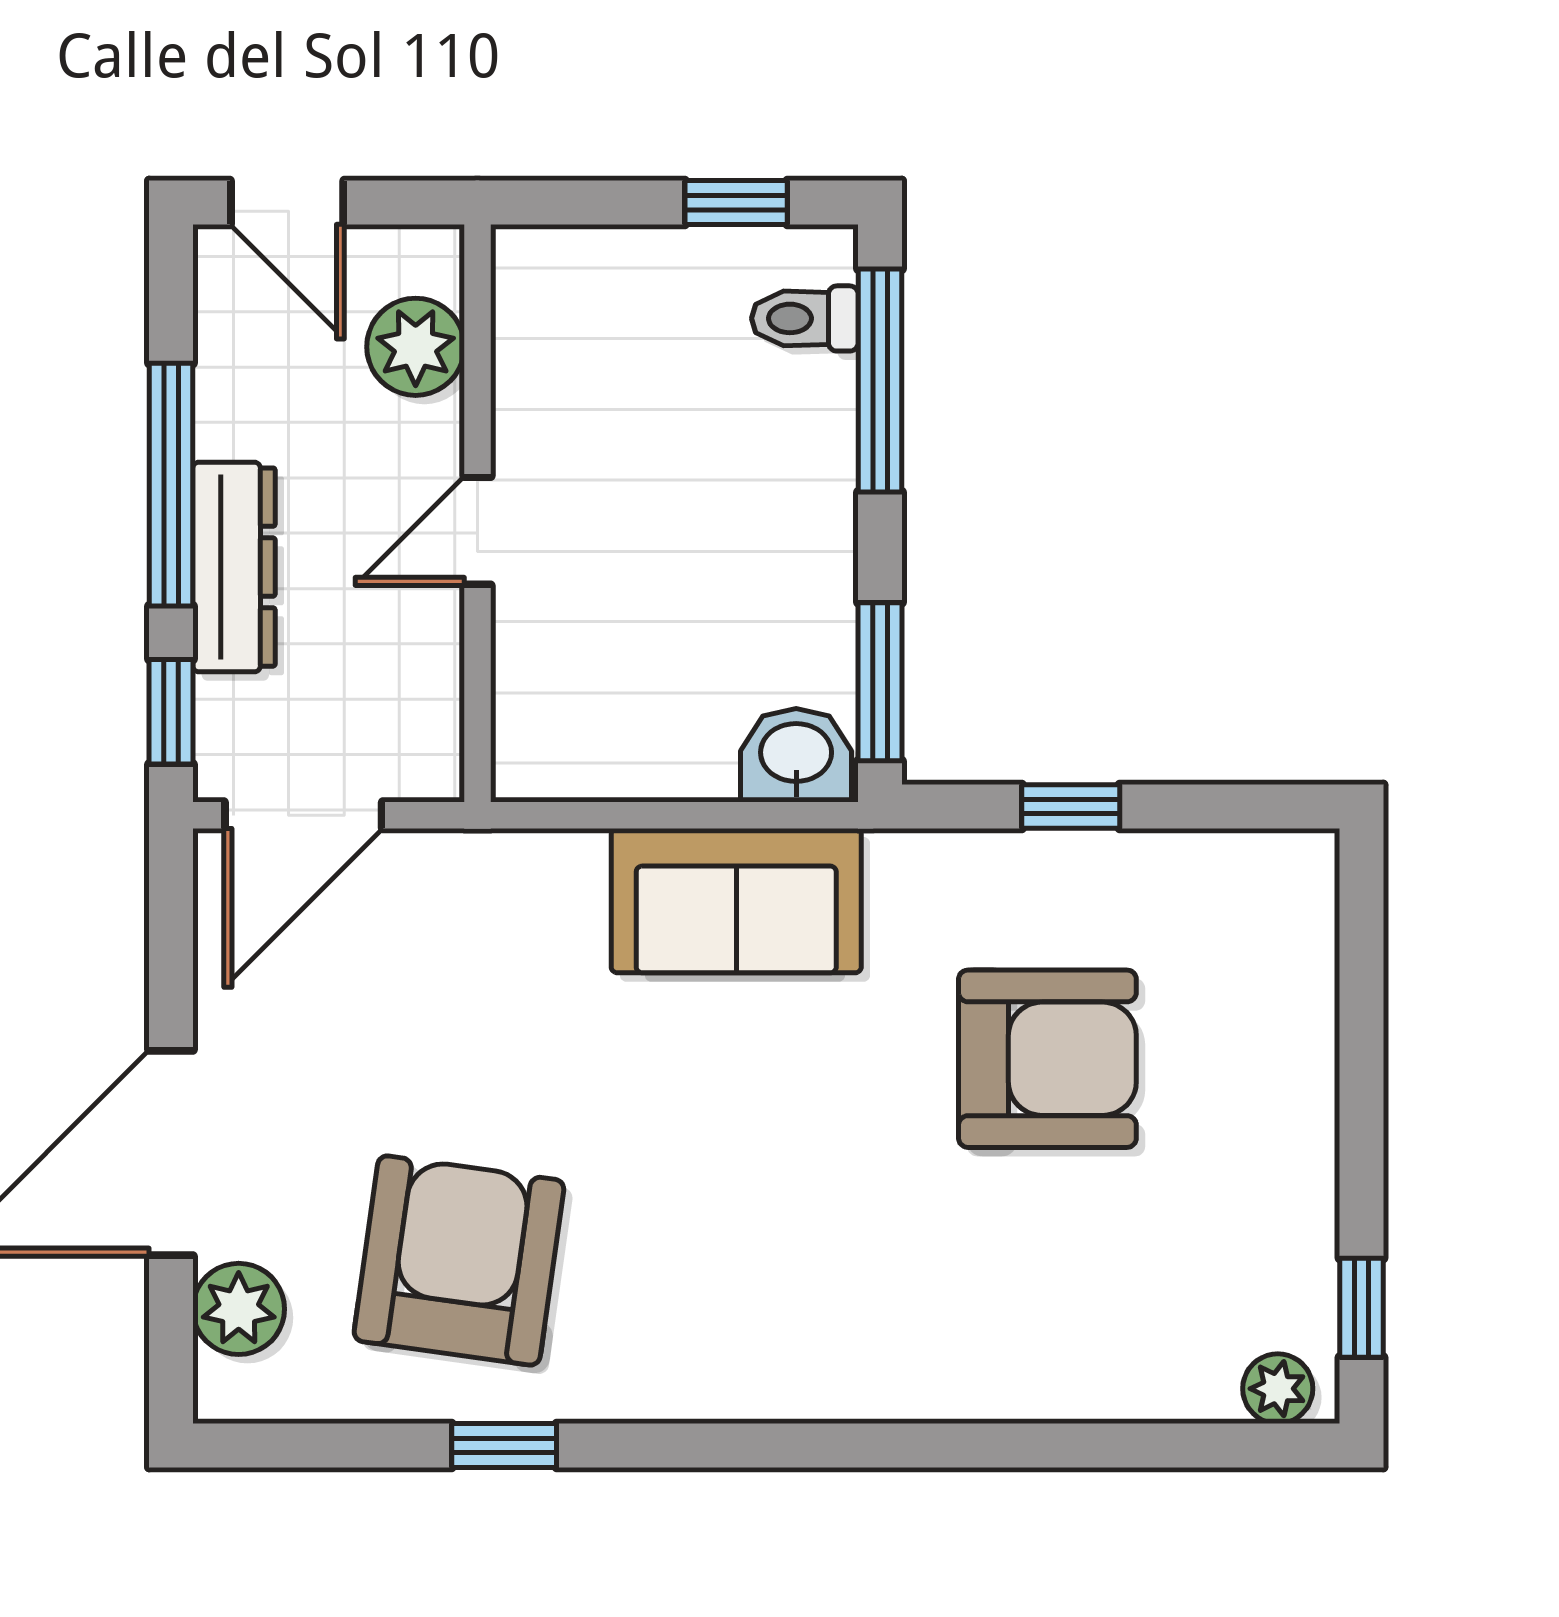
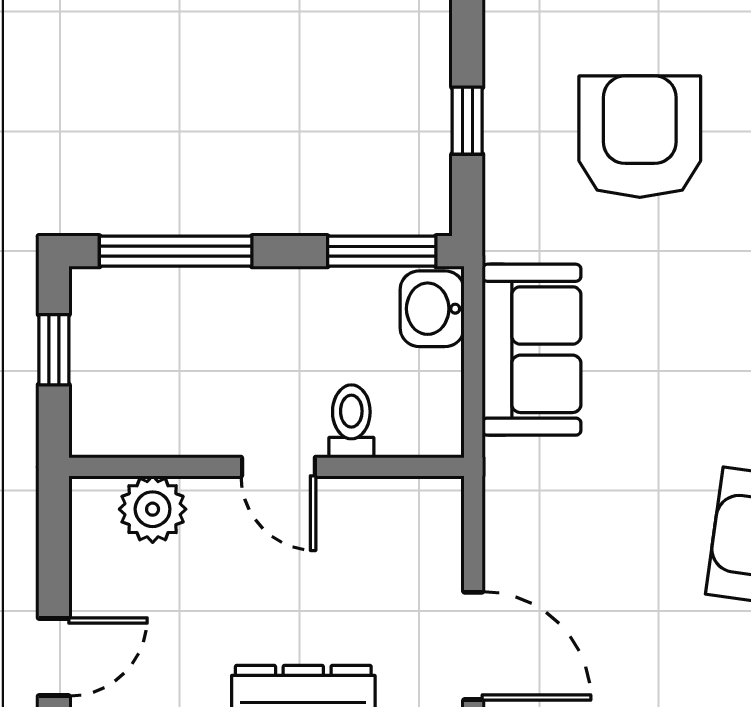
toilet: (805, 318) -> (351, 421), moved, turned 180
plant: (416, 347) -> (153, 509), moved
wall: (477, 513) -> (267, 467), moved
door: (477, 531) -> (278, 467), moved

